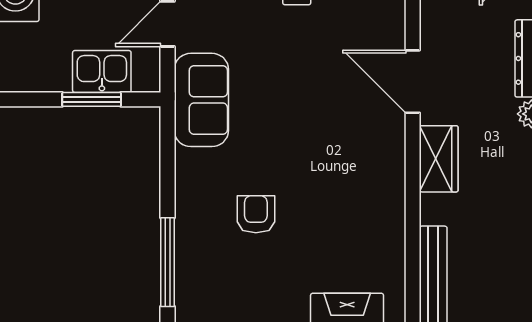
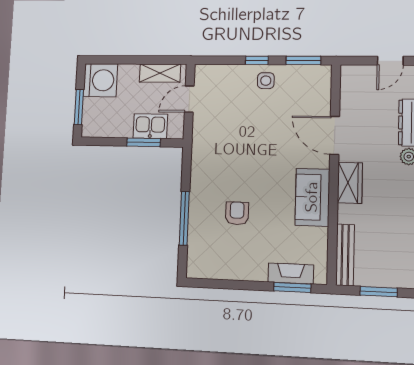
sofa: (201, 100) -> (312, 197), moved, turned 180
window: (168, 262) -> (184, 218), moved

